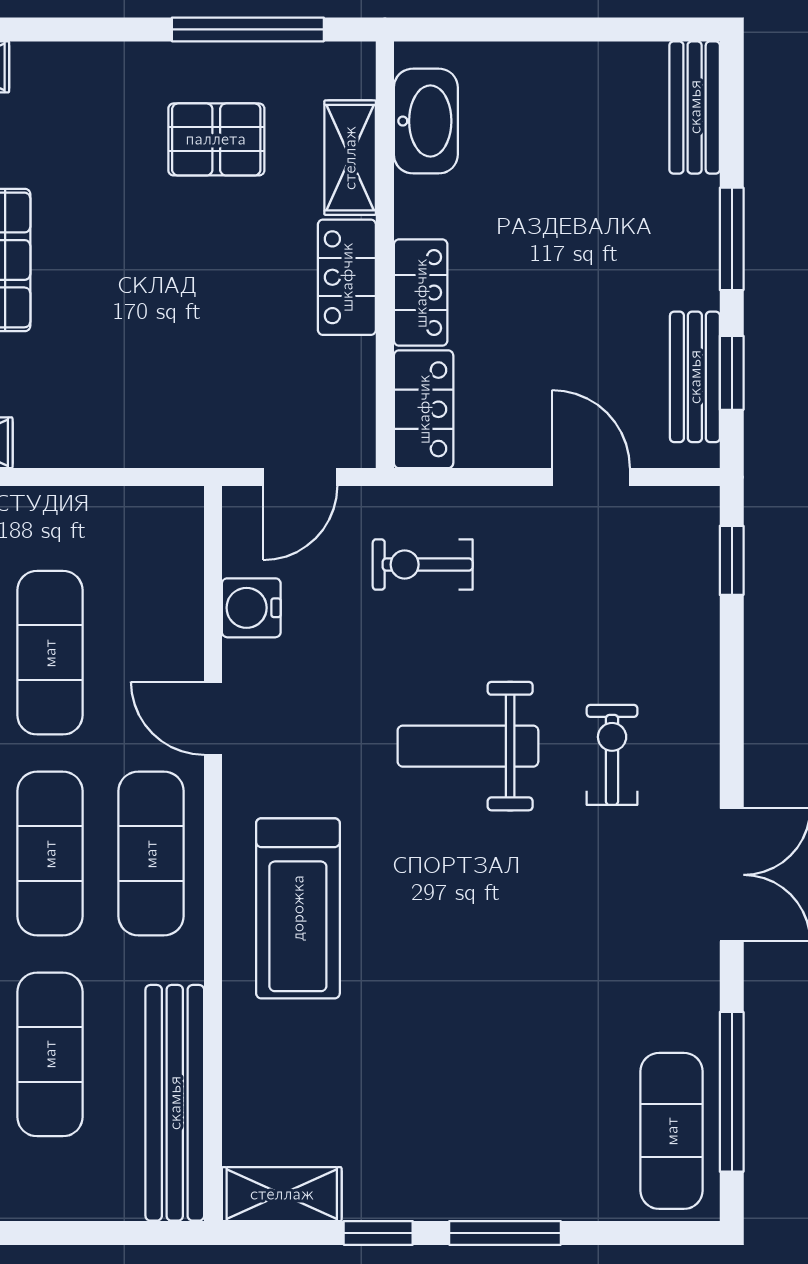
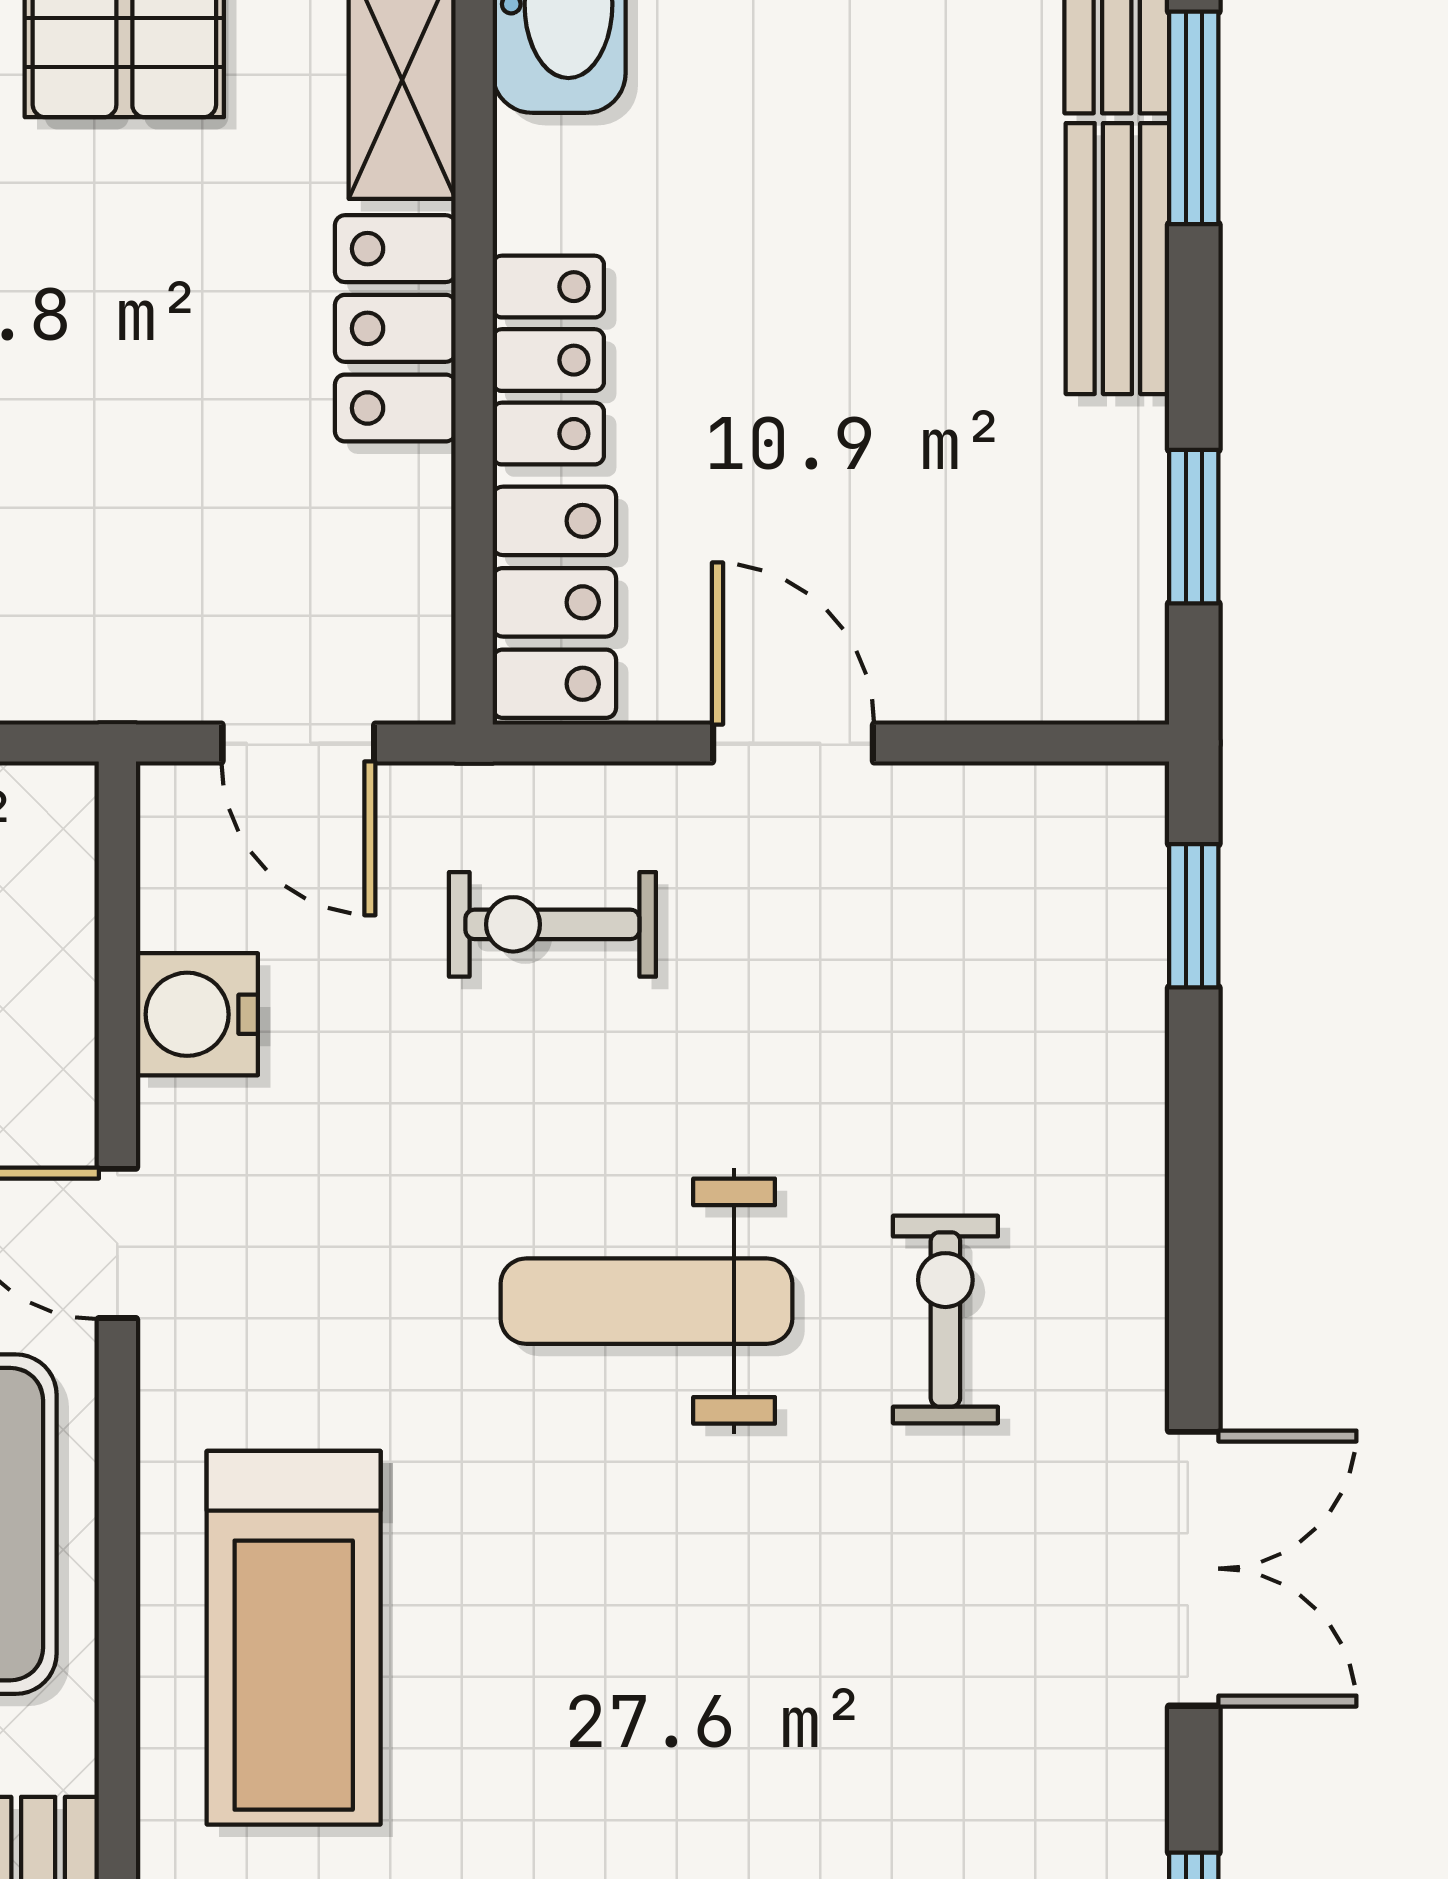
window: (732, 239) -> (1194, 118), moved
bench: (695, 377) -> (1117, 259), moved
door: (300, 477) -> (298, 743), hinge flipped
door: (591, 477) -> (793, 743), moved

